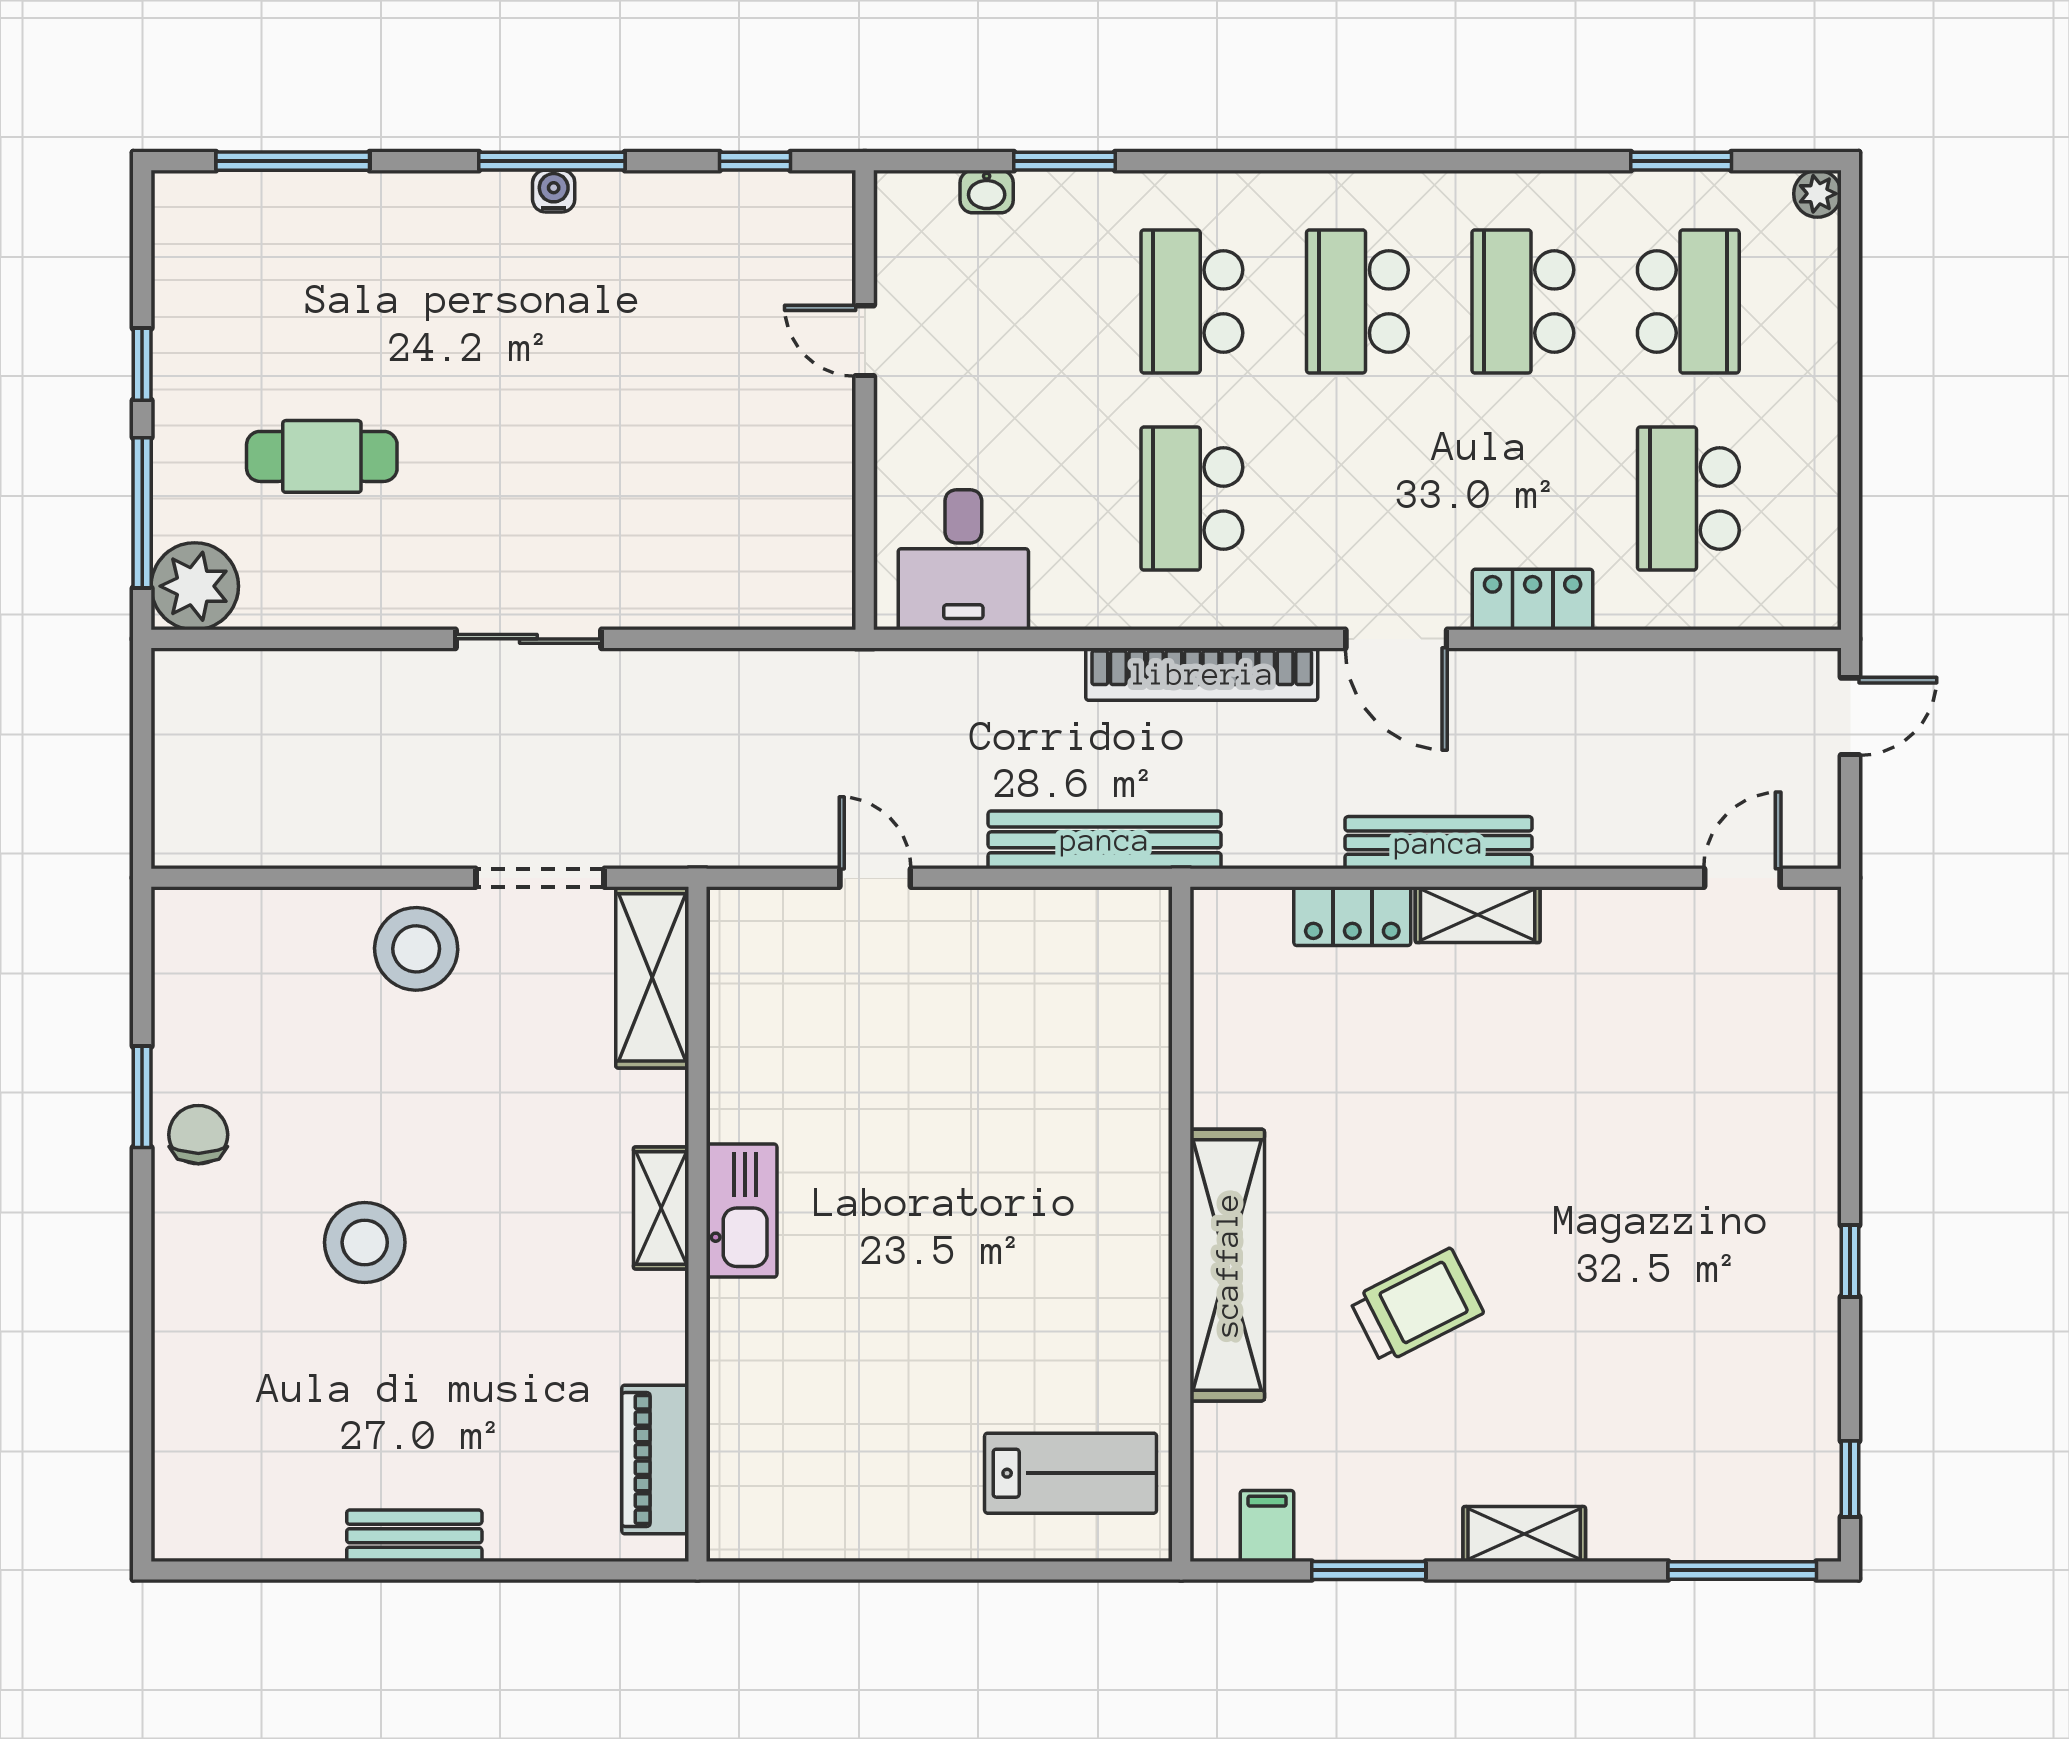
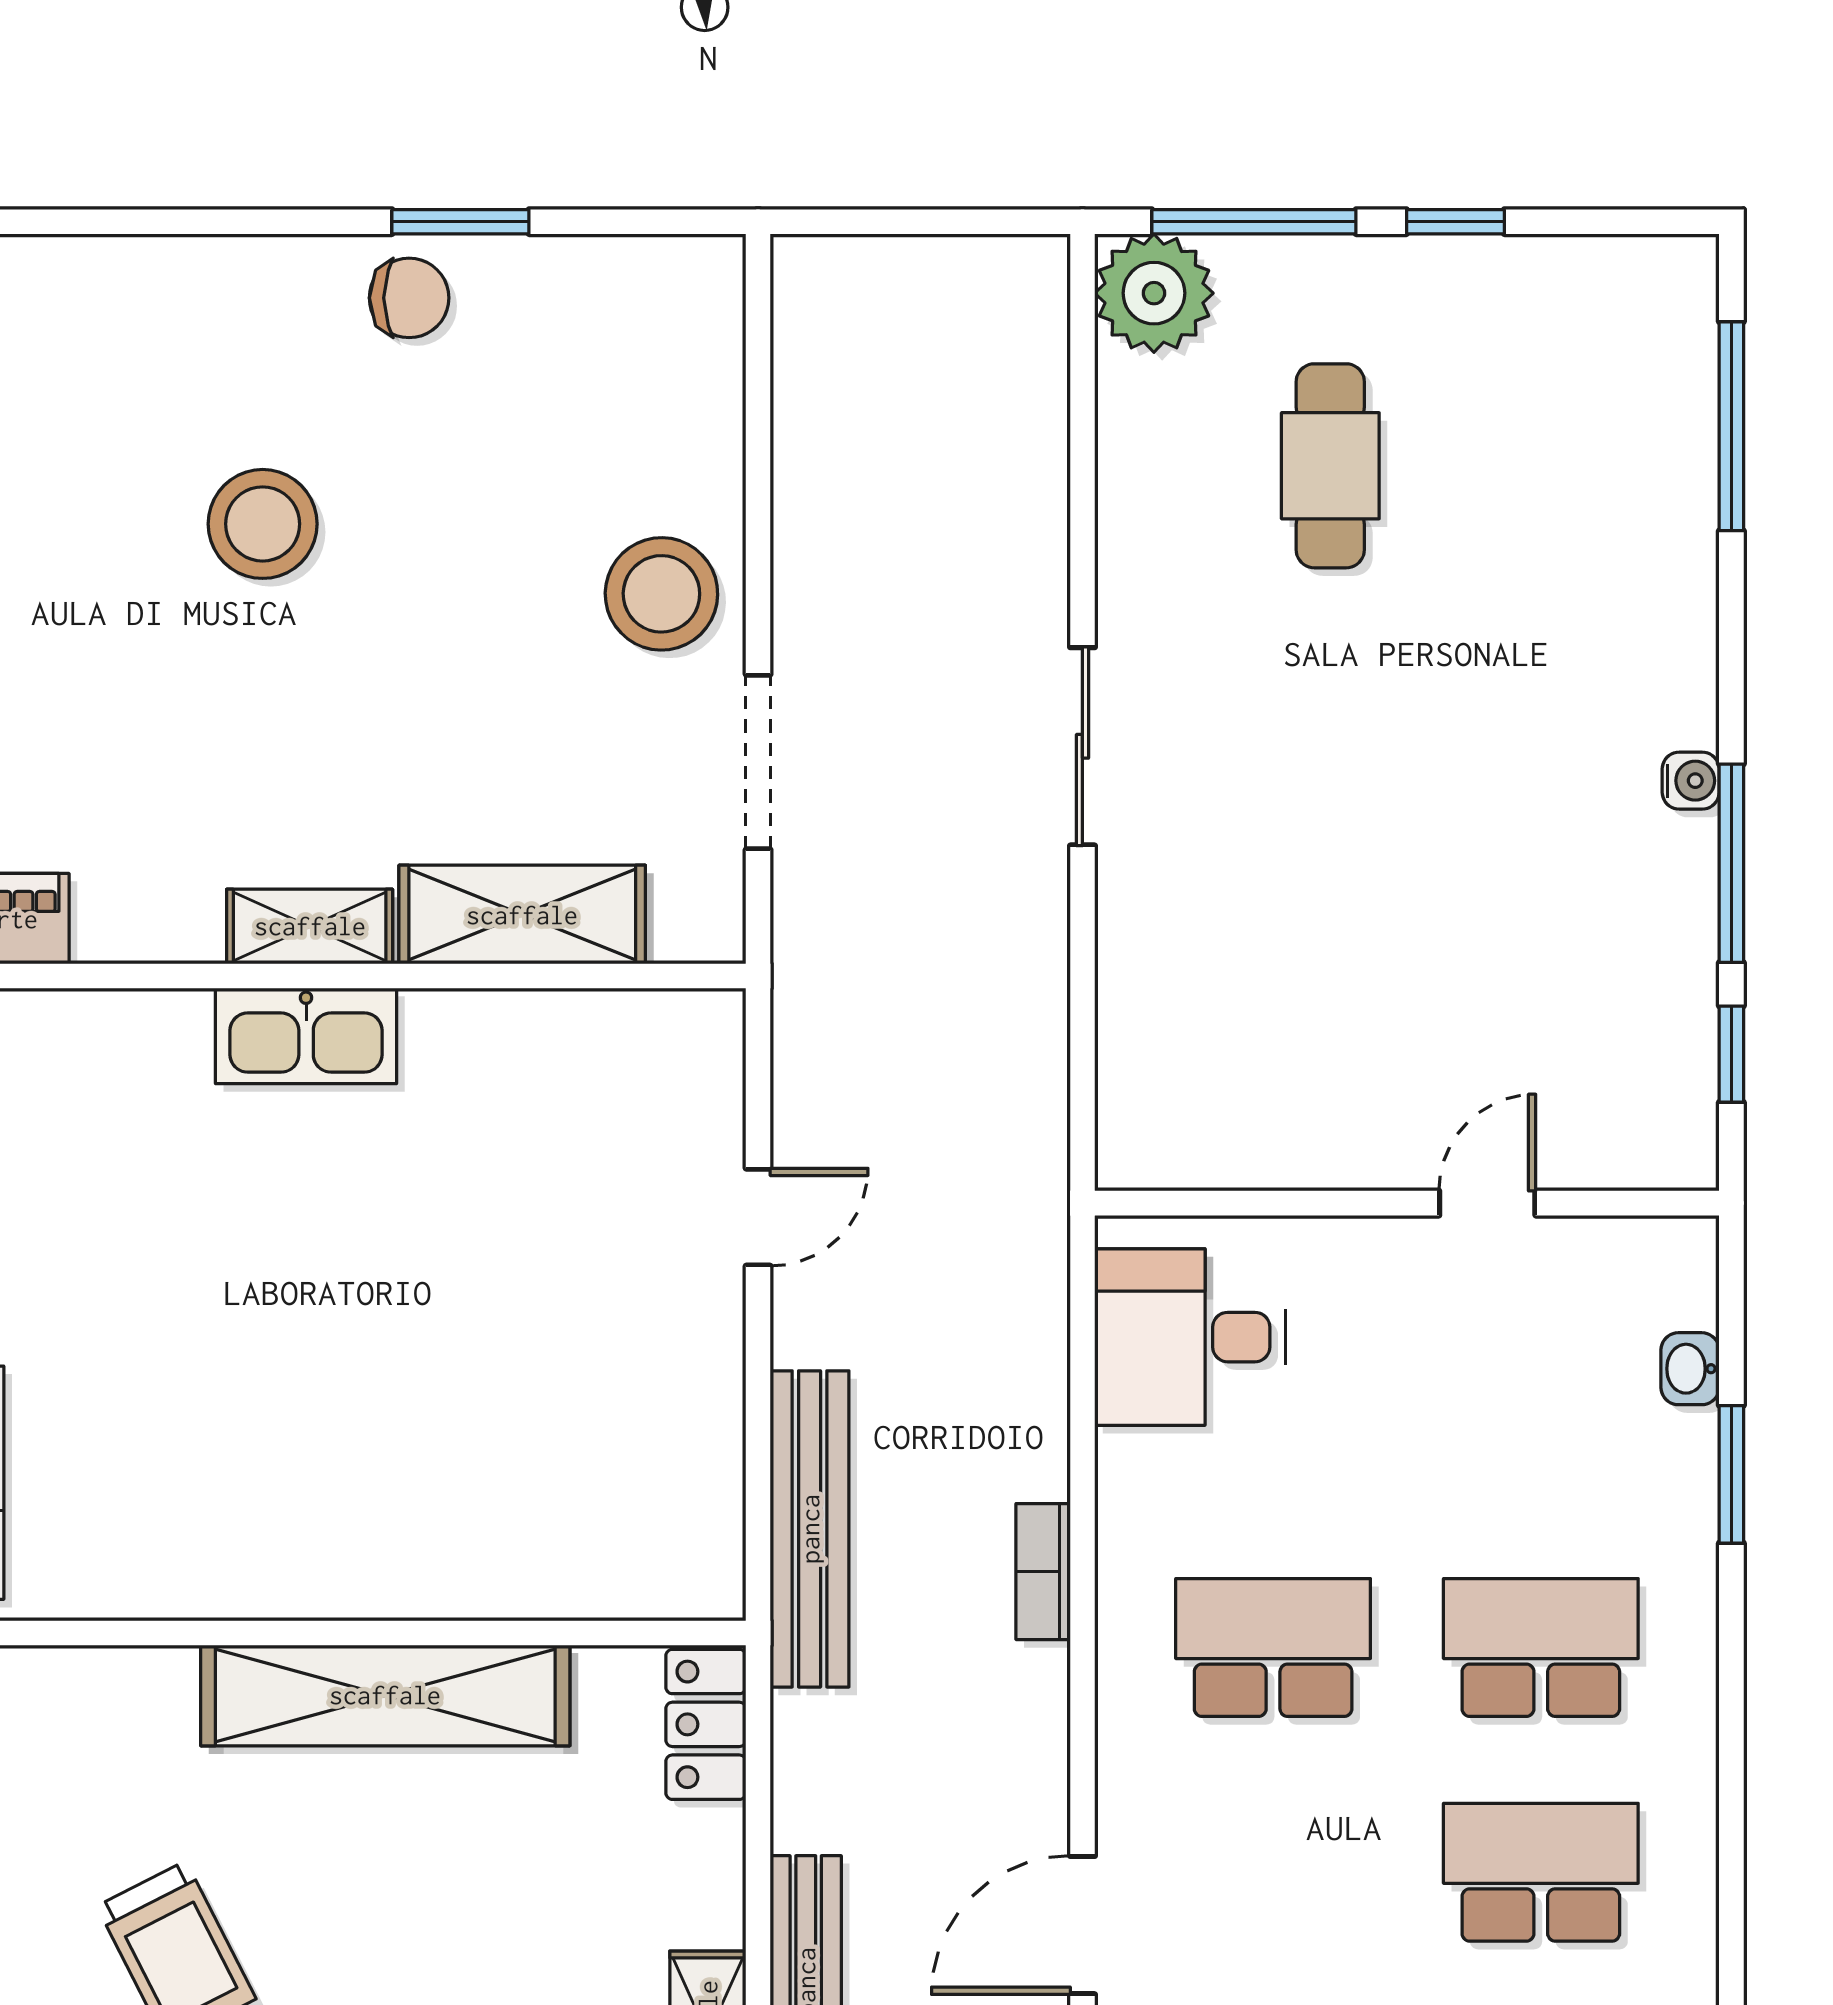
window: (552, 161) -> (1731, 863), moved
bookcase: (1202, 674) -> (1043, 1572), width x0.43, depth x0.76
locker: (1352, 916) -> (706, 1724), moved
shelving: (652, 977) -> (522, 915), moved
shelving: (1227, 1265) -> (385, 1695), moved

